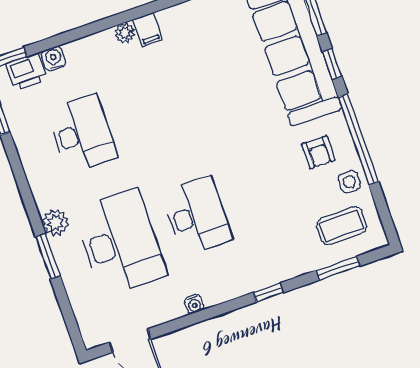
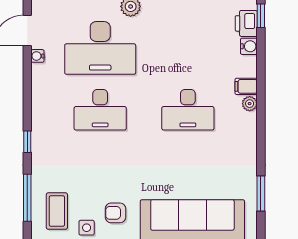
filing cabinet: (148, 30) -> (246, 86), moved
desk: (82, 134) -> (188, 110), moved
window: (338, 268) -> (27, 198), width x1.44
water cooler: (194, 304) -> (37, 56), moved

